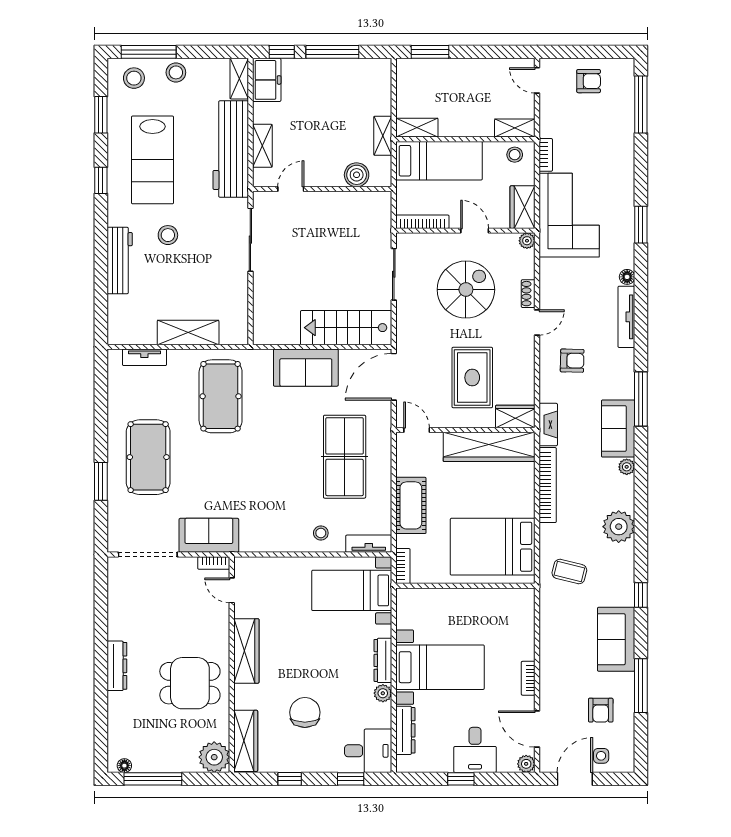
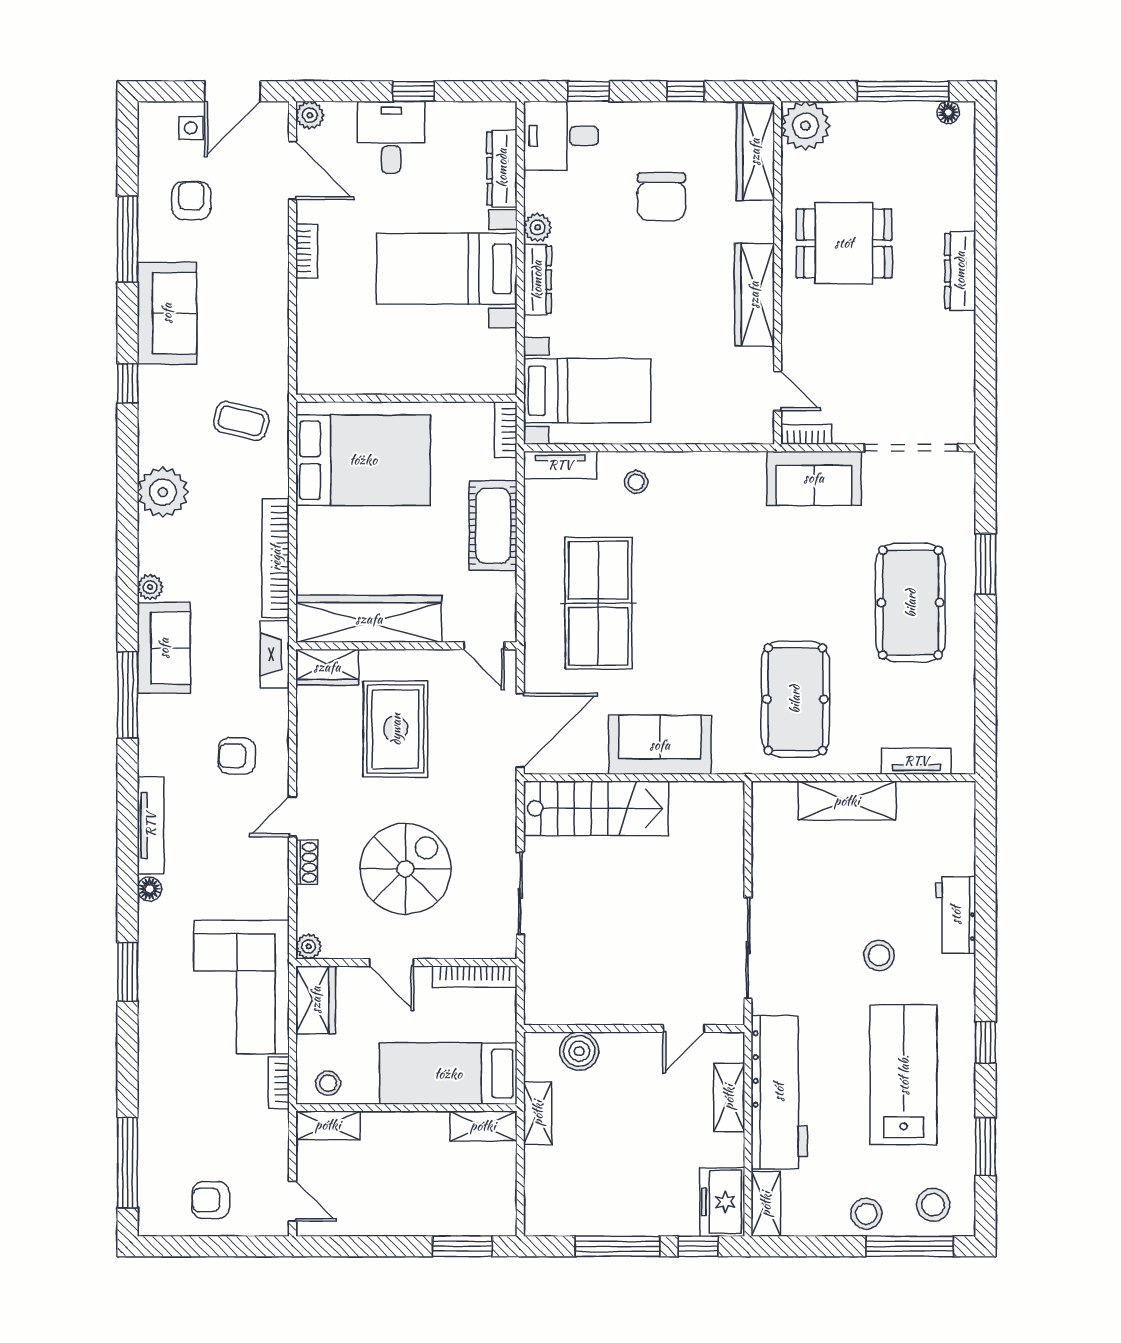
workbench: (120, 260) -> (956, 915), width x0.73
spiral stairs: (466, 290) -> (406, 869), turned 180

